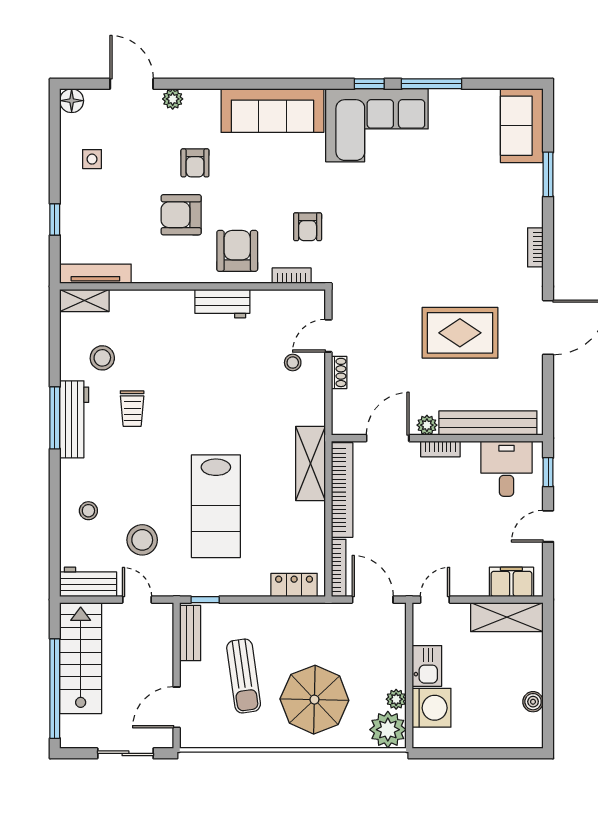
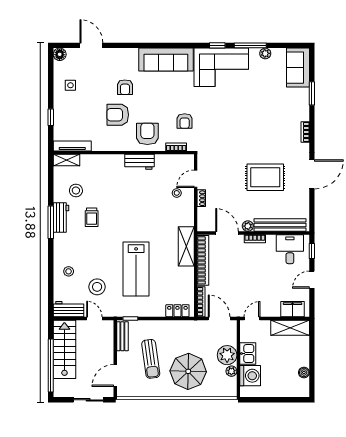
plant: (173, 99) -> (265, 53), moved
workbench: (74, 419) -> (61, 217), width x0.73
door: (388, 438) -> (227, 233), hinge flipped
plant: (388, 730) -> (227, 355), moved

